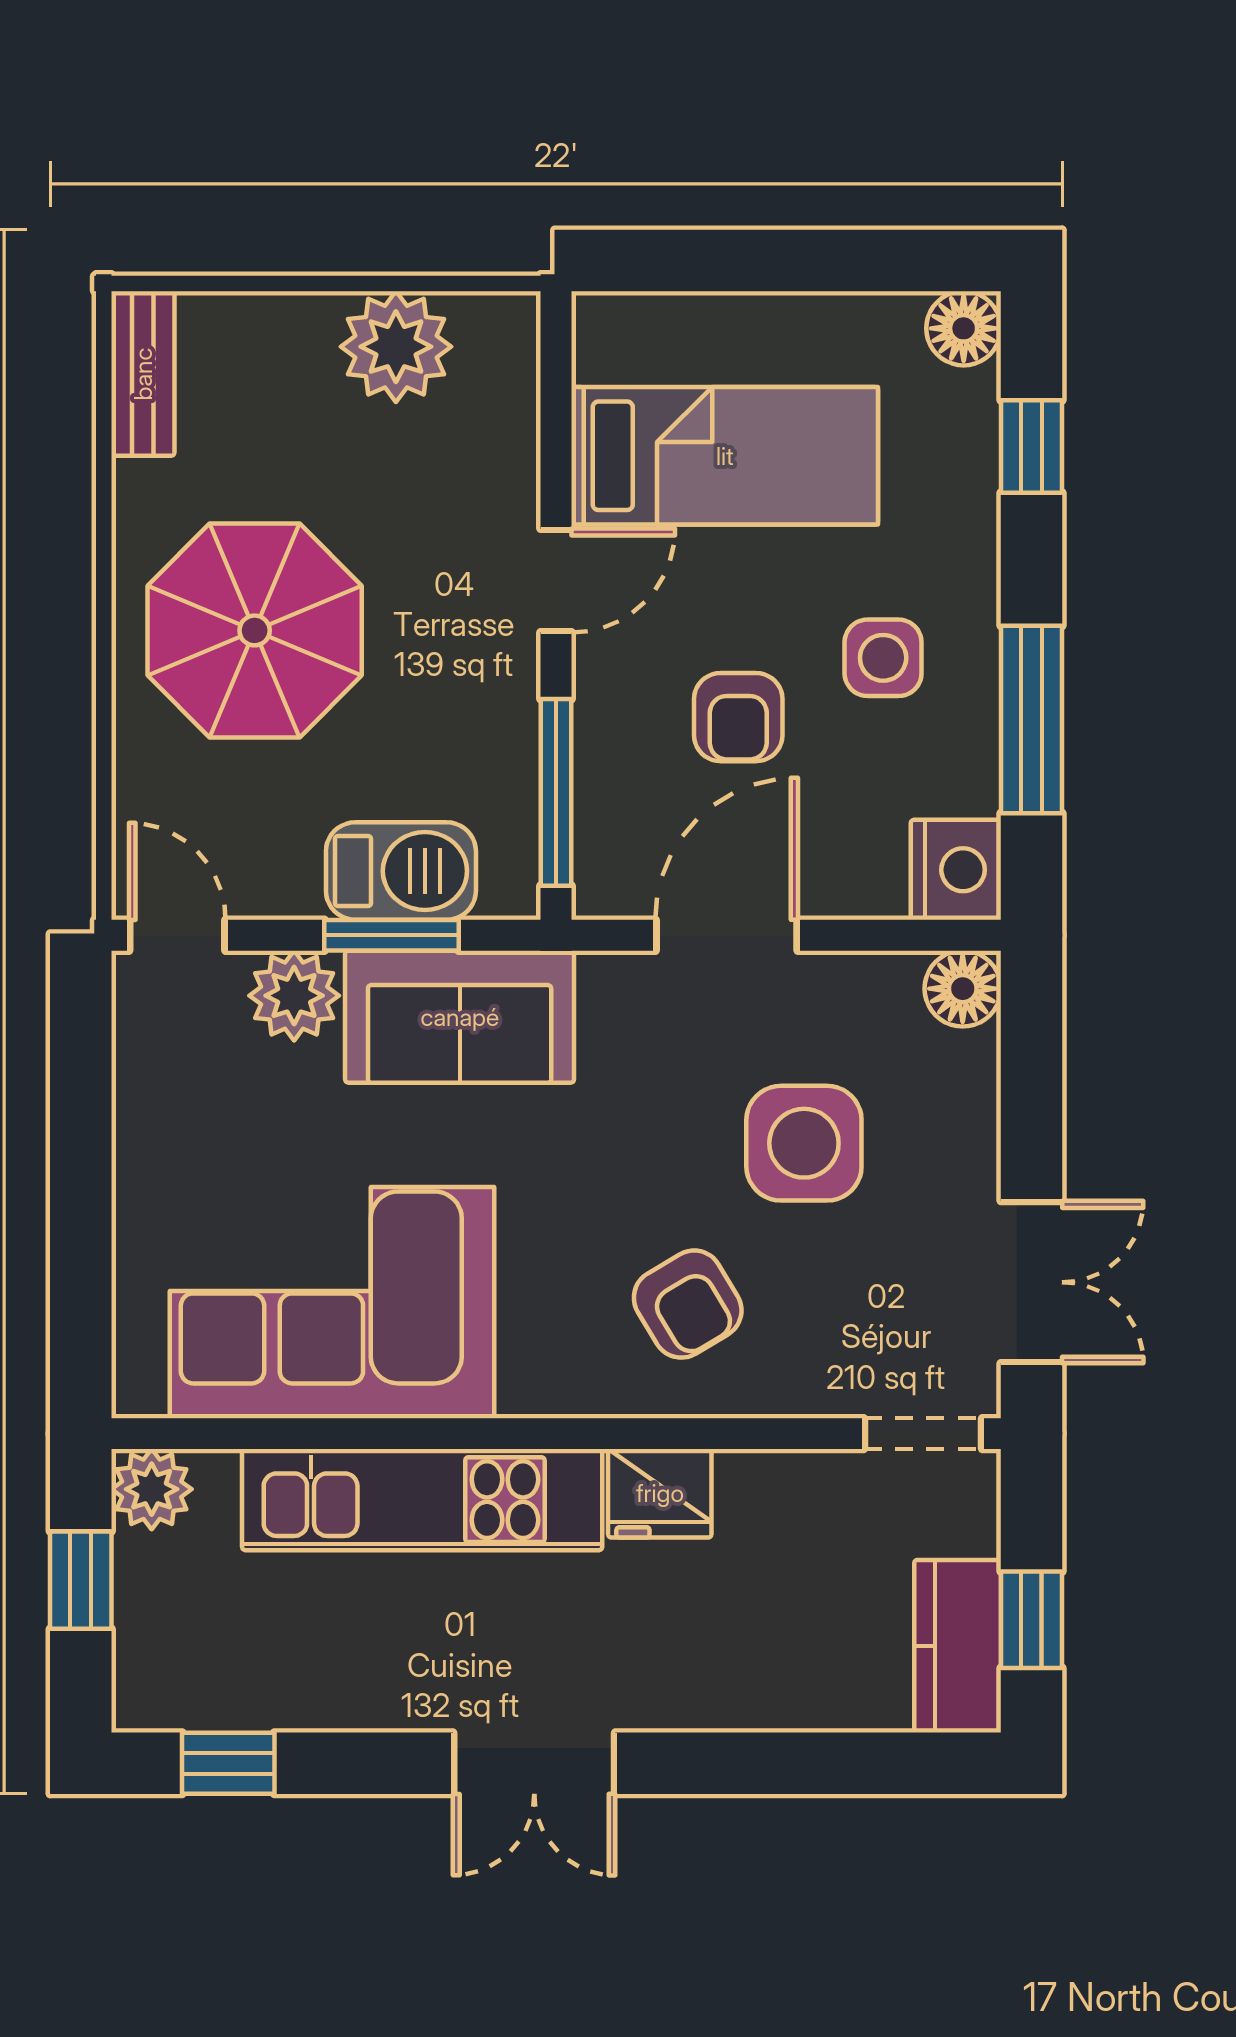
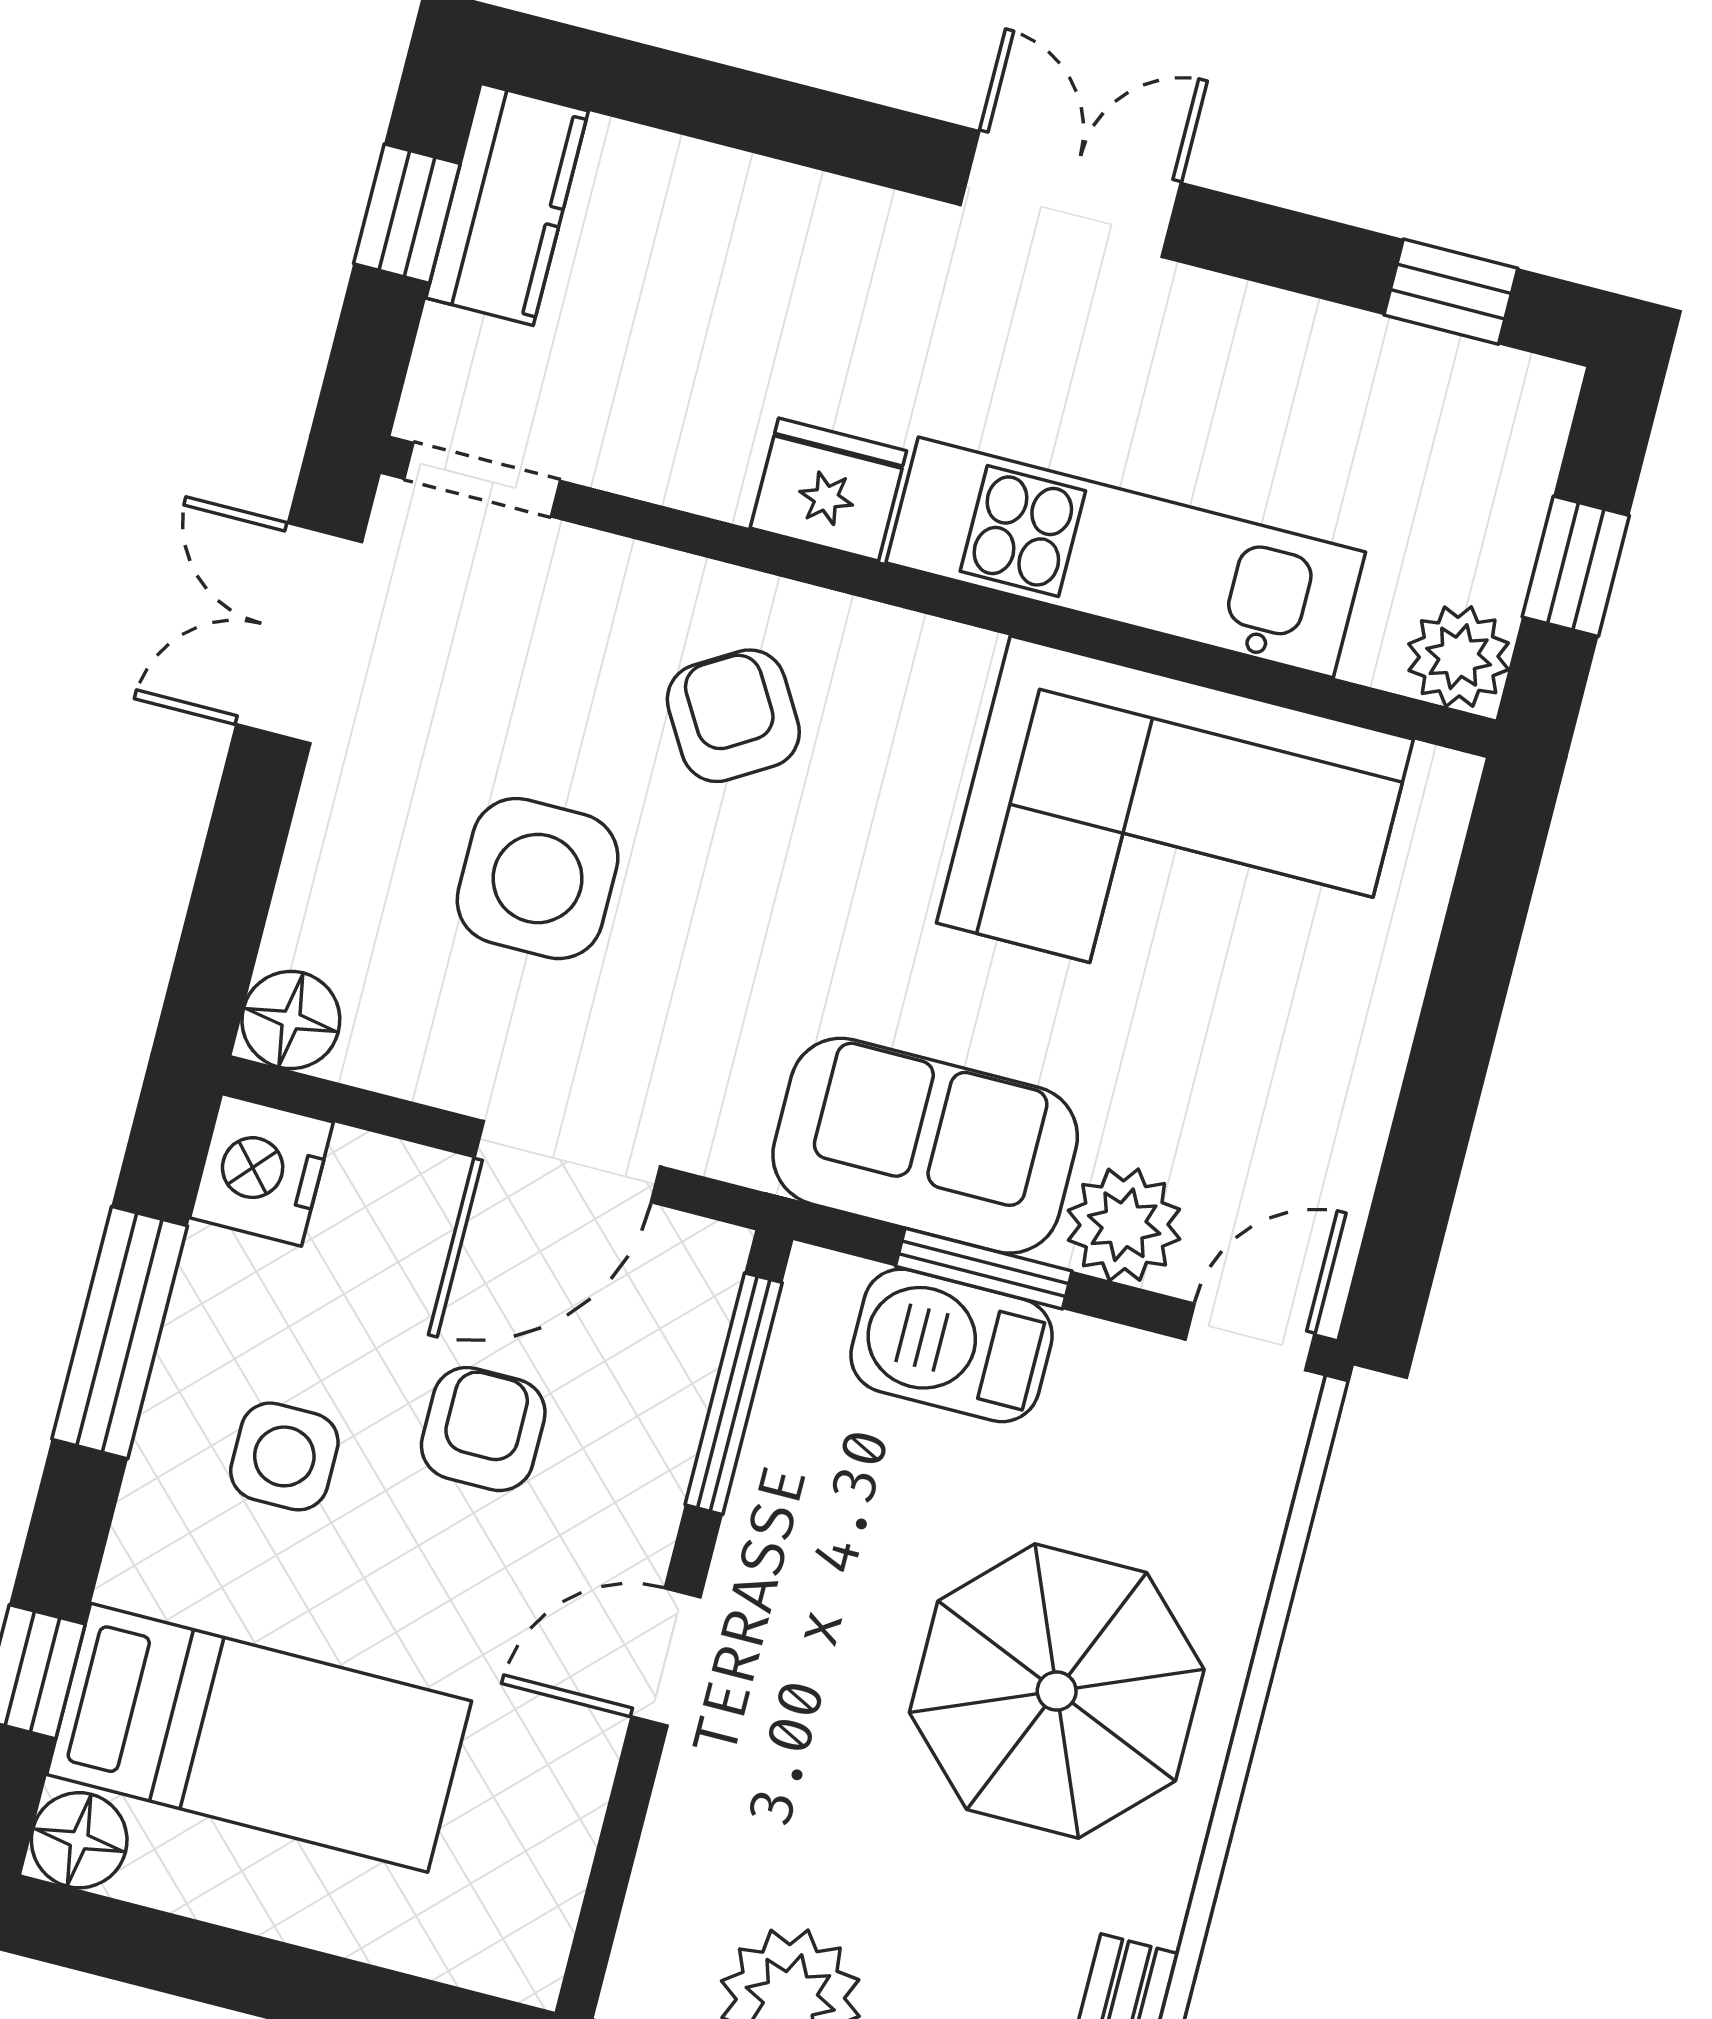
bed: (725, 456) -> (259, 1738), moved, turned 180
door: (177, 935) -> (1250, 1337), swing flipped

